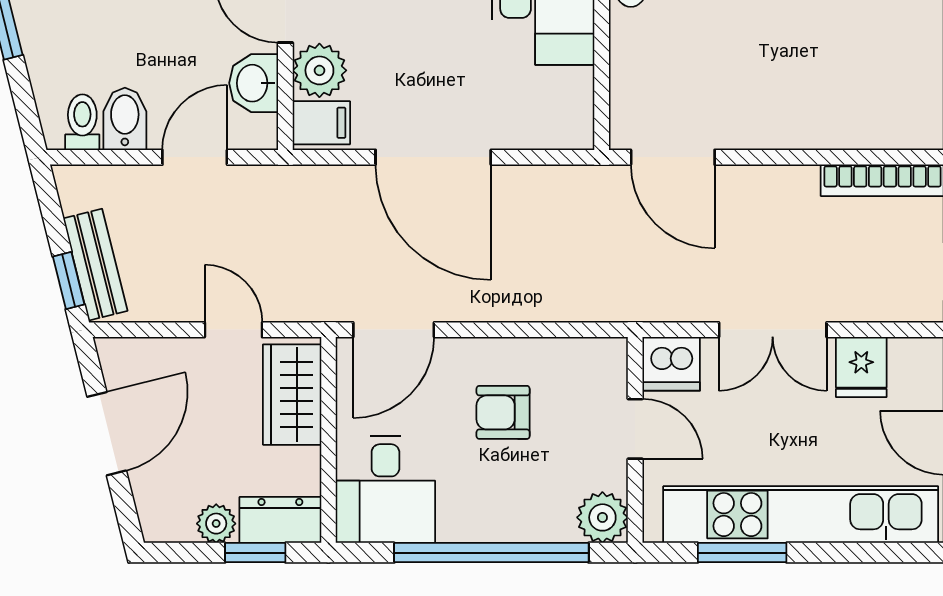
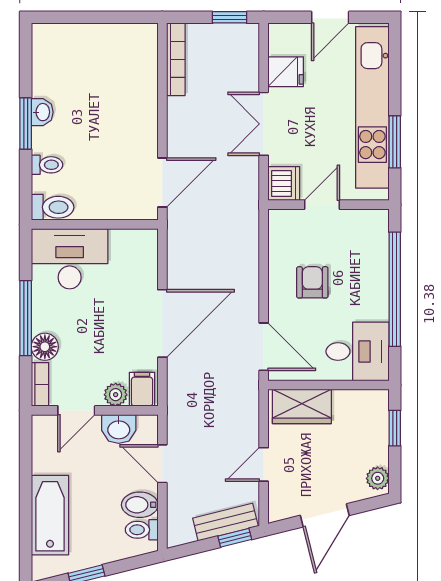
plant: (319, 70) -> (116, 395), width x0.73, depth x0.73
door: (233, 330) -> (264, 464), moved
double door: (773, 330) -> (264, 124), swing flipped
armchair: (503, 412) -> (312, 282), turned 180
door: (107, 434) -> (325, 515), swing flipped
plant: (602, 517) -> (374, 224), removed
dresser: (280, 520) -> (376, 413), removed
plant: (216, 524) -> (378, 478), moved

